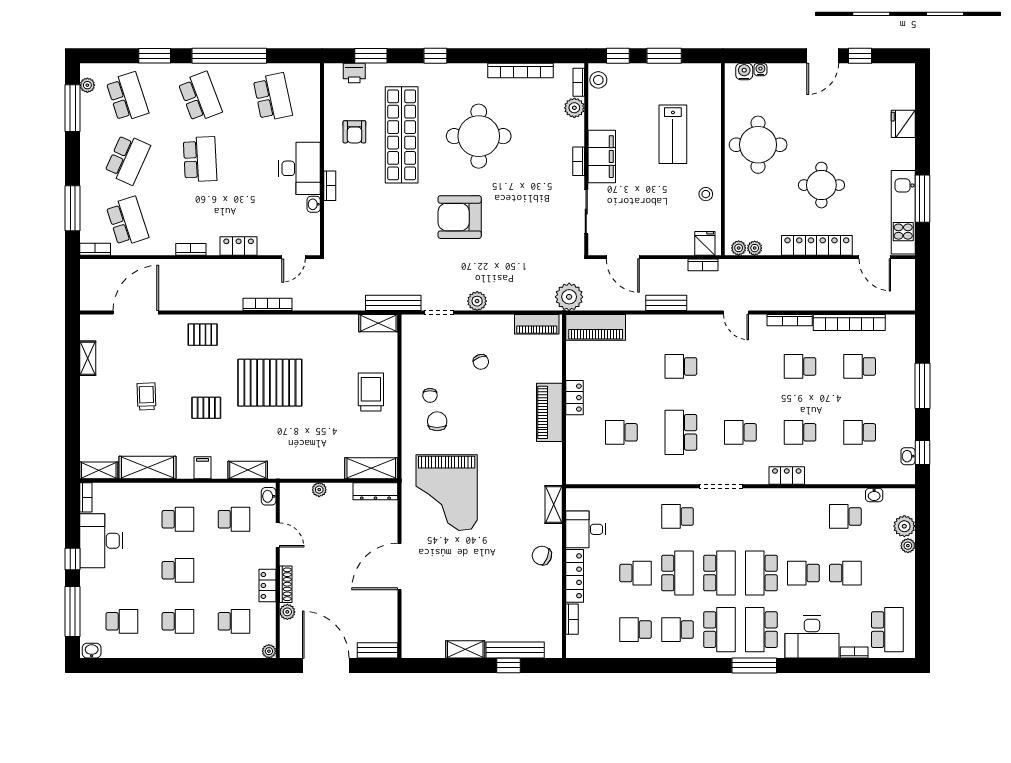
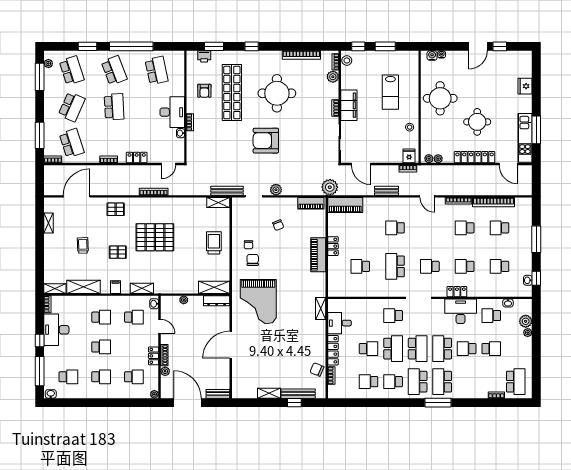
chair: (542, 556) -> (317, 369), moved
school desk: (719, 630) -> (418, 382), turned 180
desk: (812, 637) -> (461, 311), moved, turned 180

